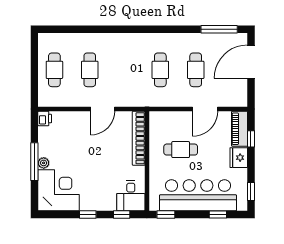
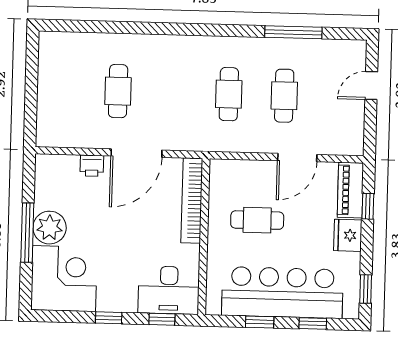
window: (219, 29) -> (293, 32), moved
door: (251, 62) -> (371, 86), width x0.53
cafe table: (54, 70) -> (63, 90), removed
door: (103, 109) -> (136, 153), width x1.36
printer: (45, 119) -> (92, 166), moved, turned 90
plant: (44, 163) -> (50, 228), width x1.88, depth x1.88
desk: (131, 196) -> (169, 290), width x1.37
window: (166, 214) -> (260, 322), moved

